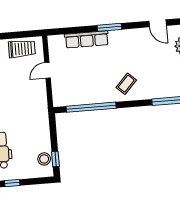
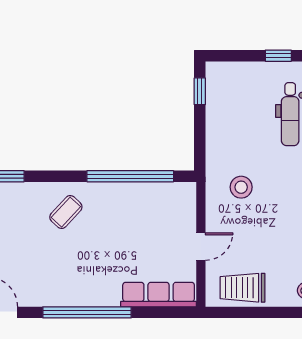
window: (109, 27) -> (87, 312), width x2.11
row of seats: (87, 39) -> (159, 295), moved
stool: (44, 159) -> (241, 187), moved

